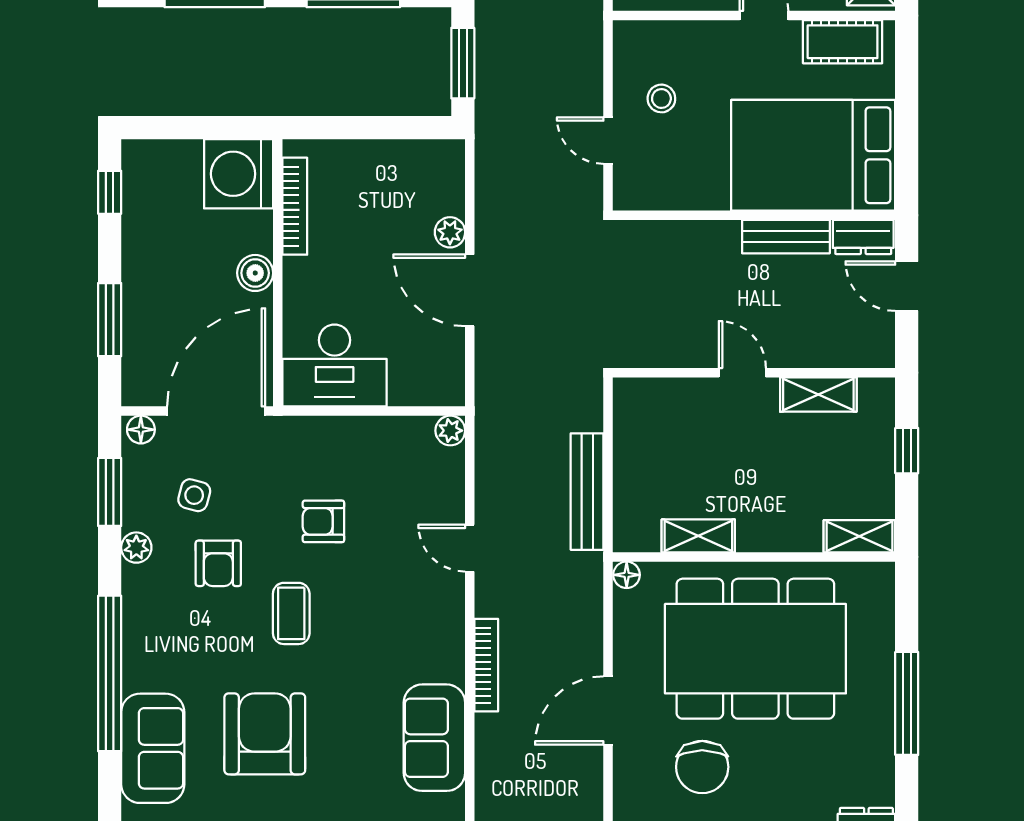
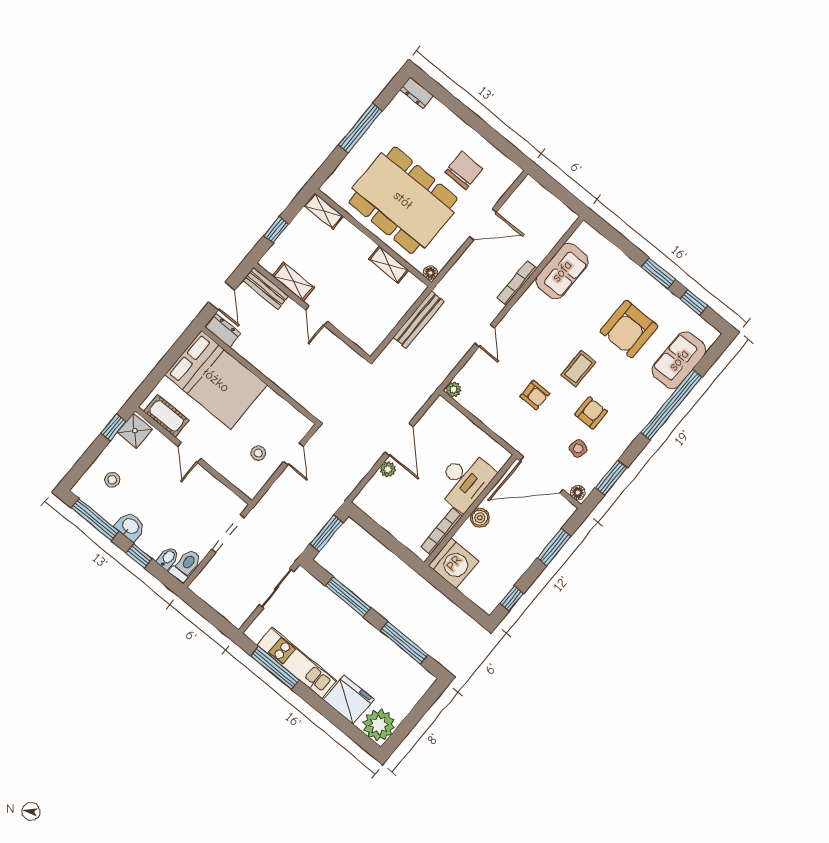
bench: (786, 237) -> (266, 288), moved
desk: (335, 365) -> (465, 480), moved, turned 90
plant: (136, 548) -> (619, 447), removed

